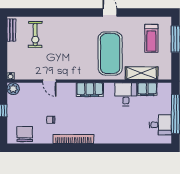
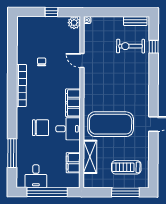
window: (36, 12) -> (154, 47), added
door: (49, 81) -> (82, 61), hinge flipped
desk: (126, 94) -> (68, 129), moved
chair: (25, 134) -> (41, 128), moved
window: (138, 148) -> (12, 153), added

